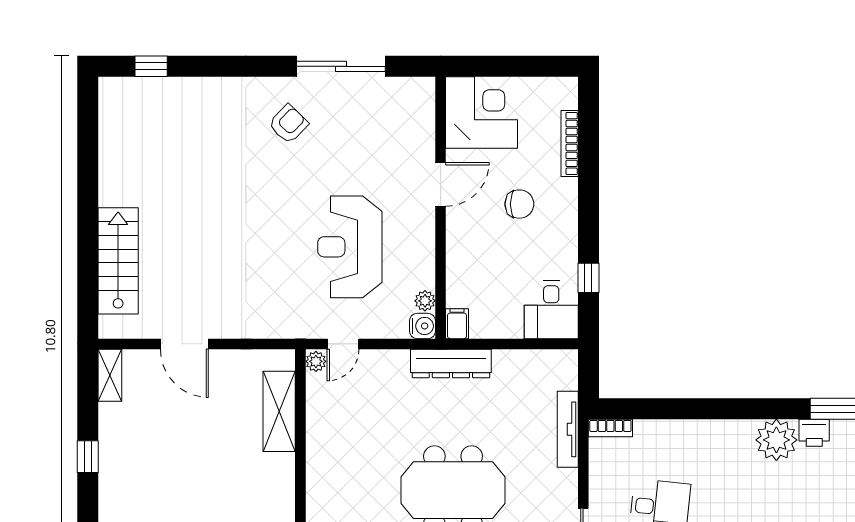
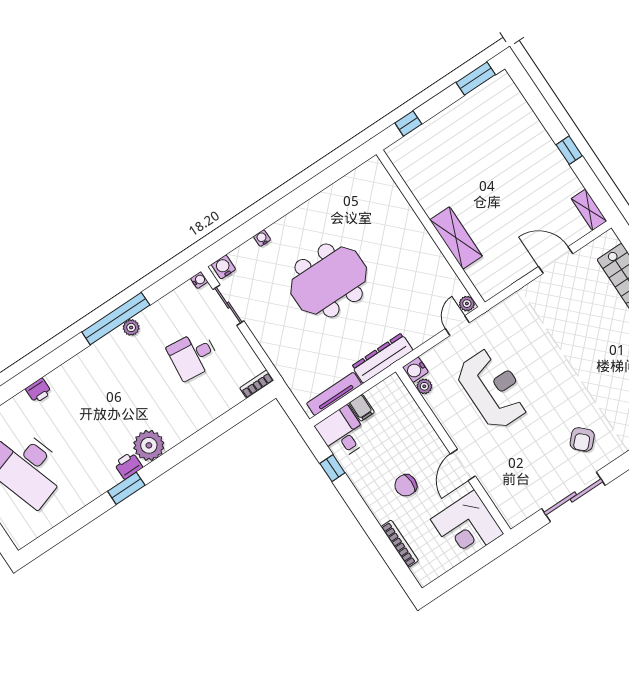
filing cabinet: (457, 324) -> (361, 408), moved
shelving: (279, 411) -> (456, 238), moved
tv unit: (568, 429) -> (334, 394), moved, turned -90

